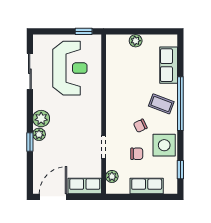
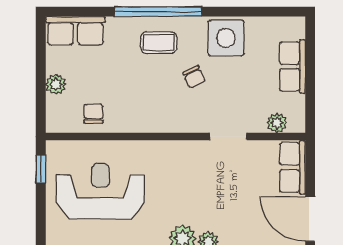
row of seats: (169, 65) -> (75, 31), moved
coffee table: (161, 104) -> (159, 43), turned 69
chair: (137, 154) -> (93, 114), moved
window: (180, 170) -> (266, 12), removed

